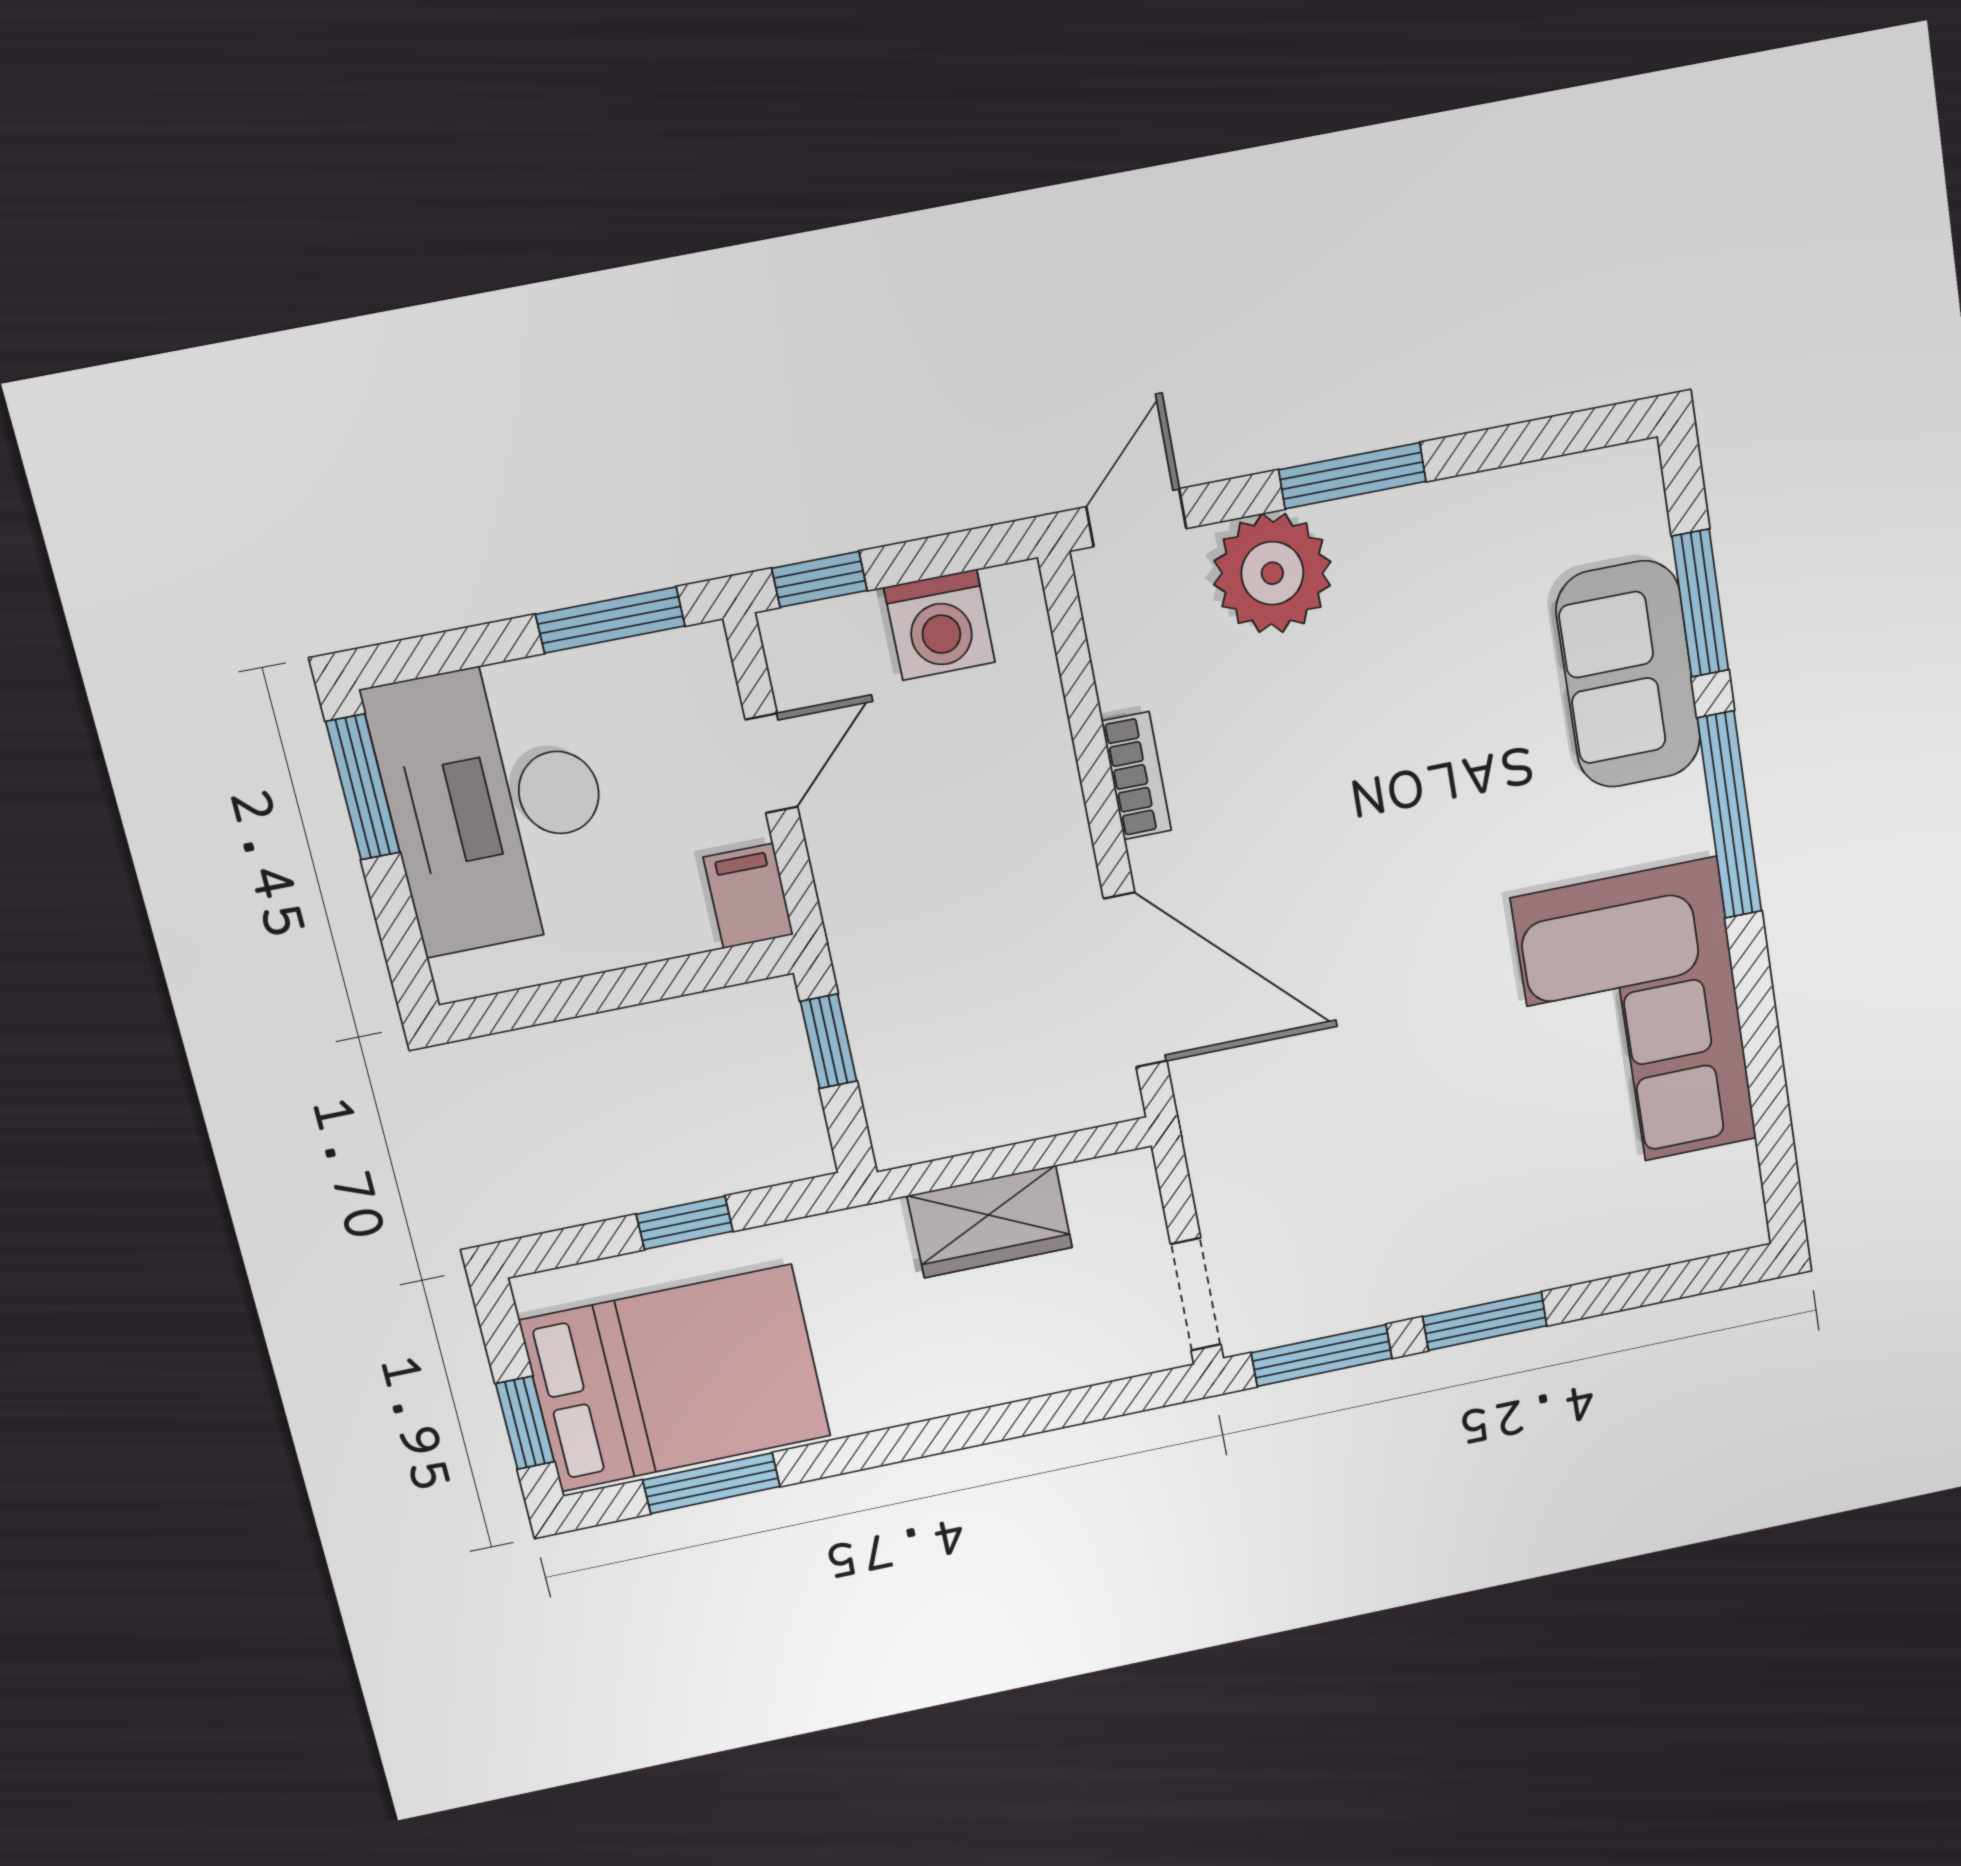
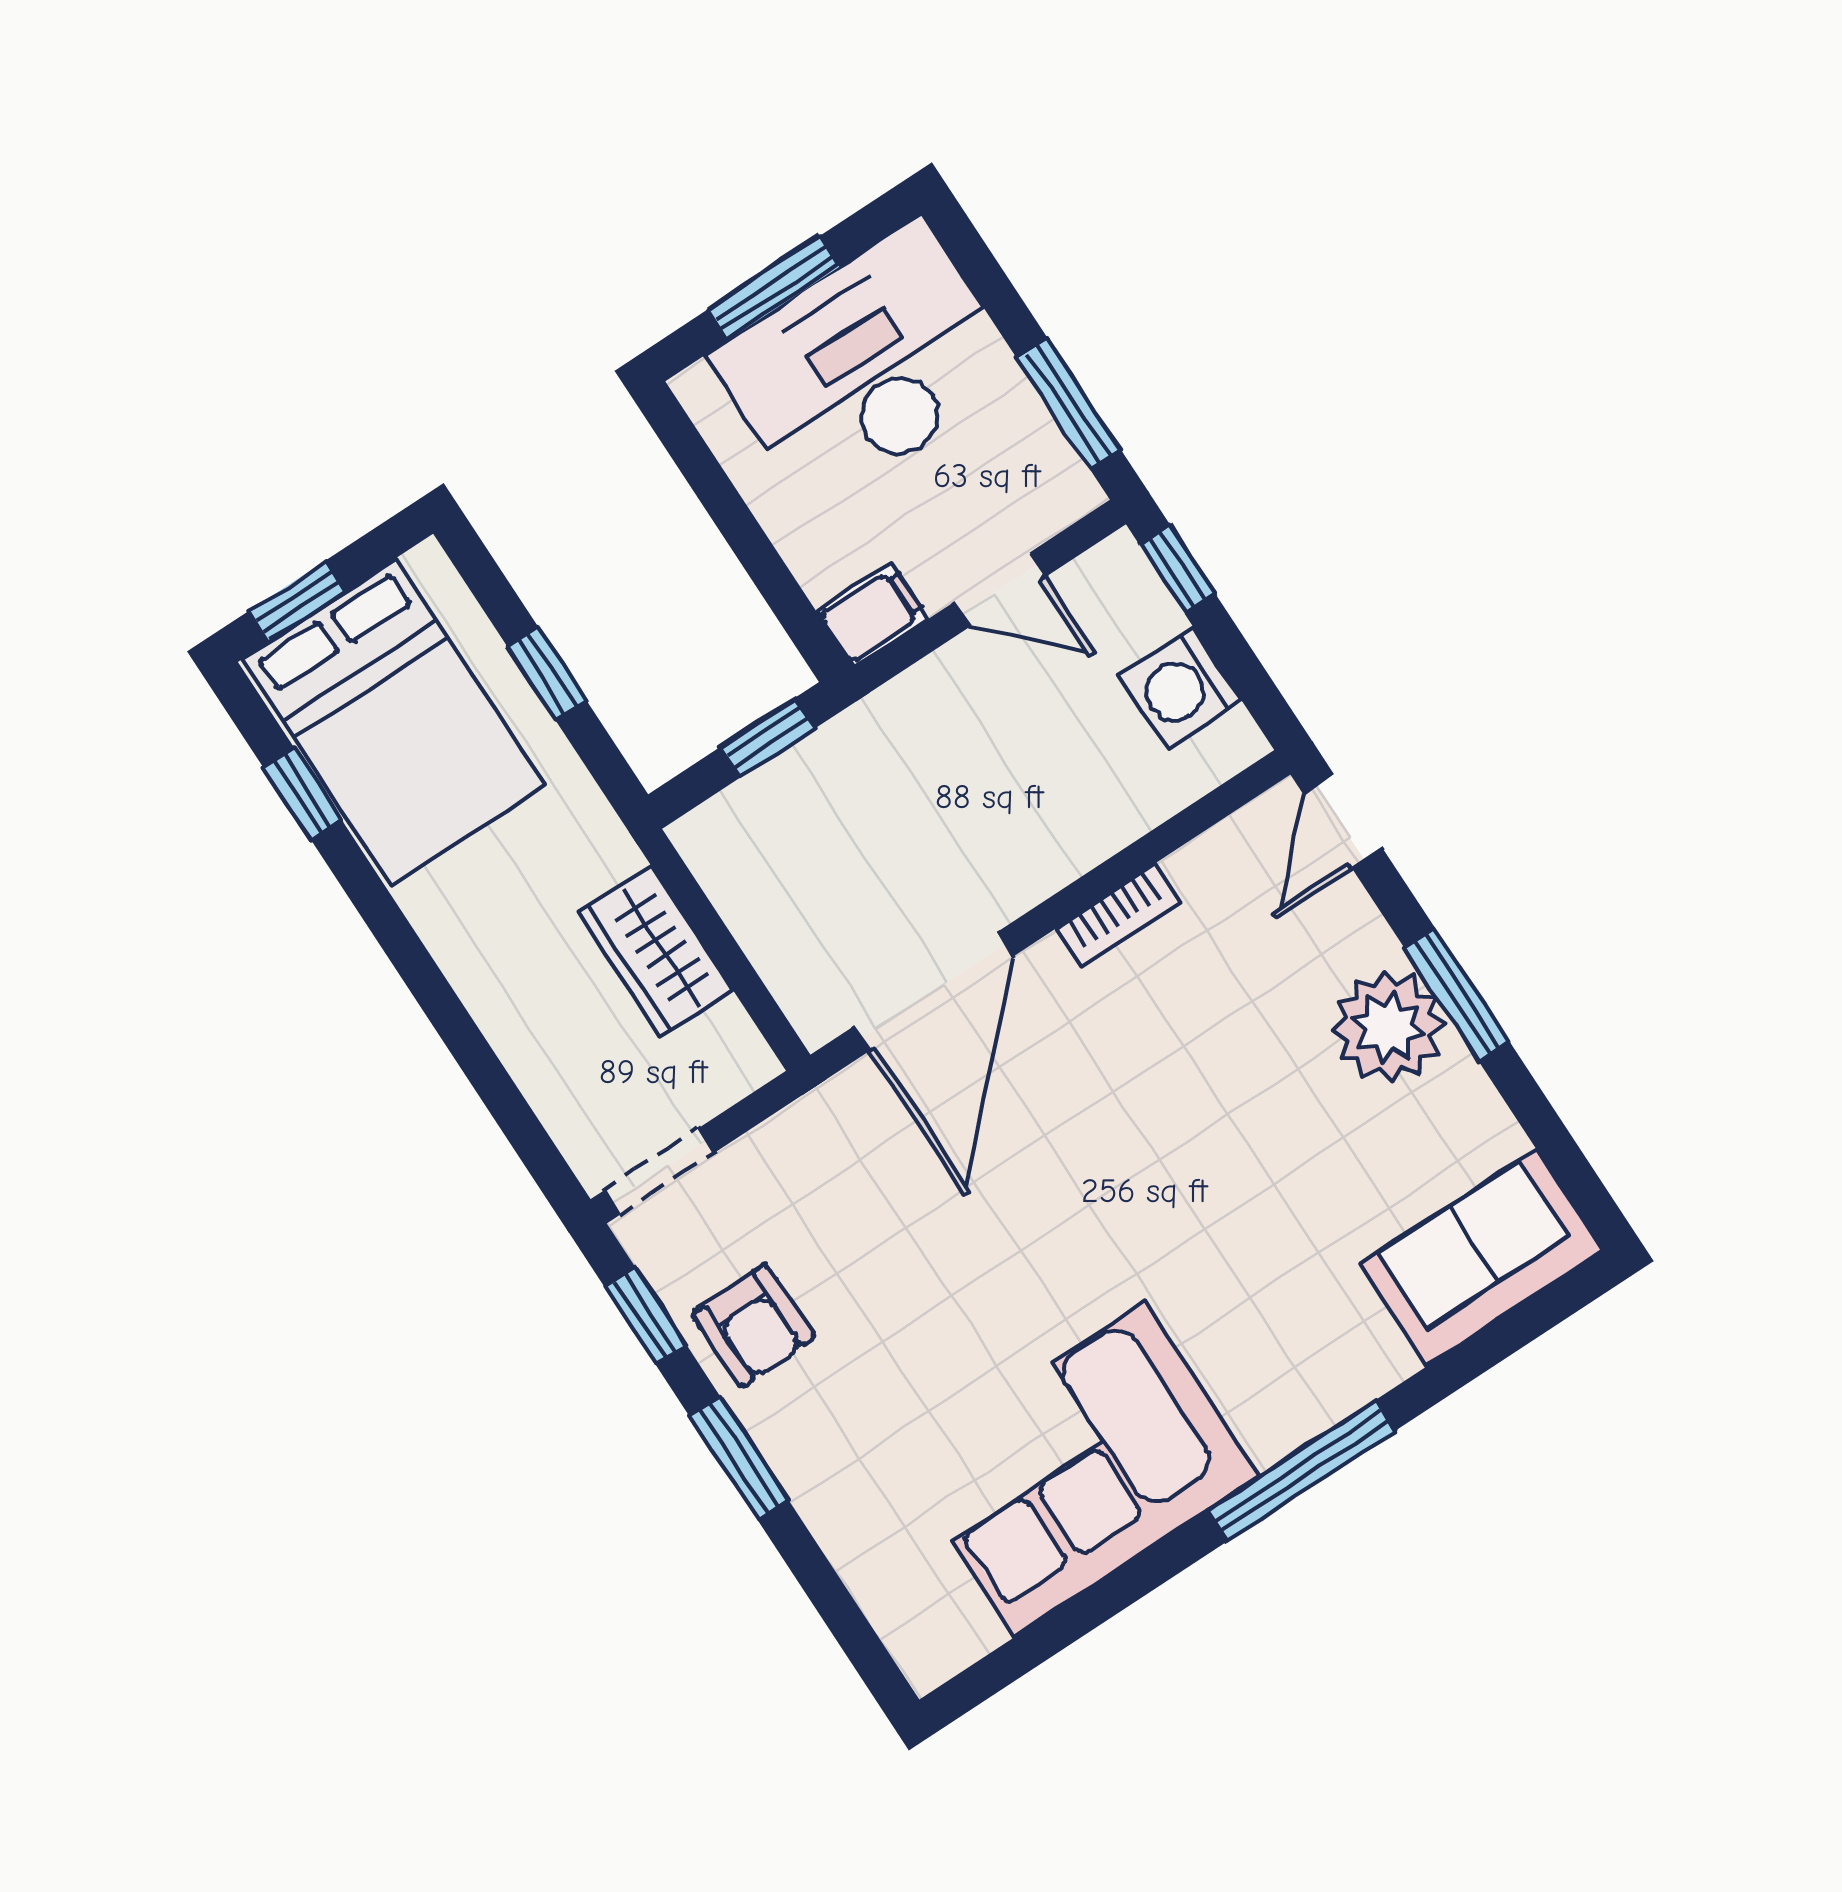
door: (1136, 518) -> (1343, 821), swing flipped
plant: (1272, 573) -> (1388, 1027), moved
window: (1700, 603) -> (1476, 1356), removed
sofa: (1628, 675) -> (1482, 1258), moved
window: (363, 787) -> (774, 288), moved
armchair: (1373, 1263) -> (754, 1326), added
window: (1322, 1356) -> (646, 1316), width x0.67
window: (711, 1483) -> (303, 794), width x0.67

